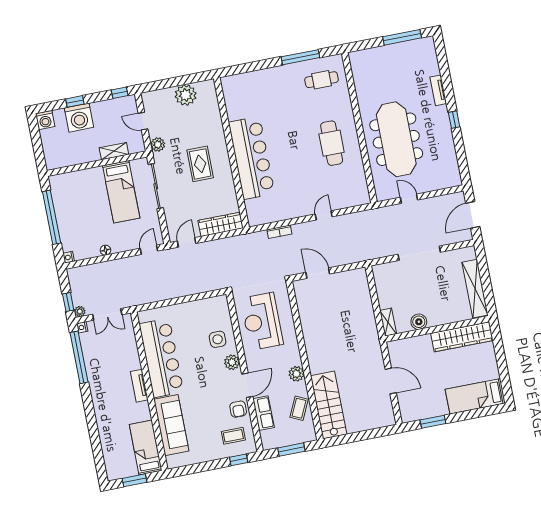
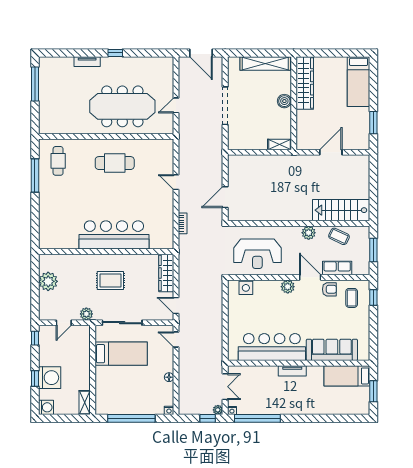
shelving: (114, 151) -> (85, 402), moved
boiler: (419, 322) -> (284, 101), moved
side table: (218, 339) -> (246, 288), moved

